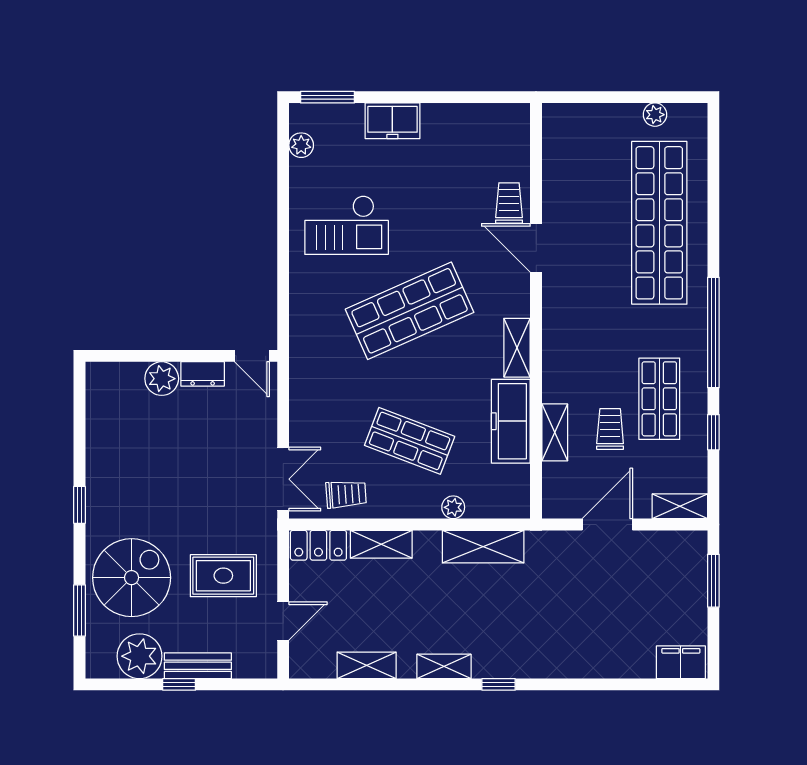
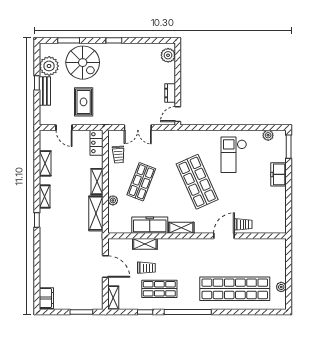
plant: (162, 379) -> (168, 55), moved
double door: (283, 479) -> (138, 128), moved
shelving: (381, 544) -> (97, 182), moved

